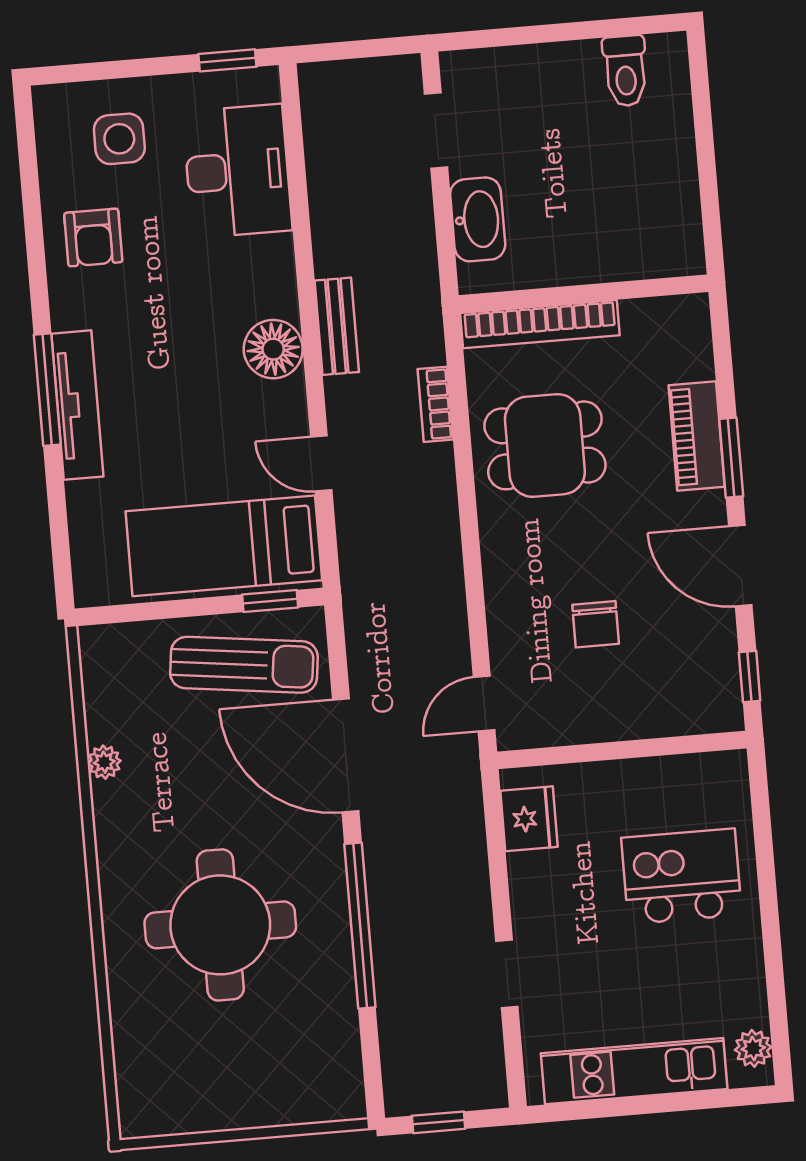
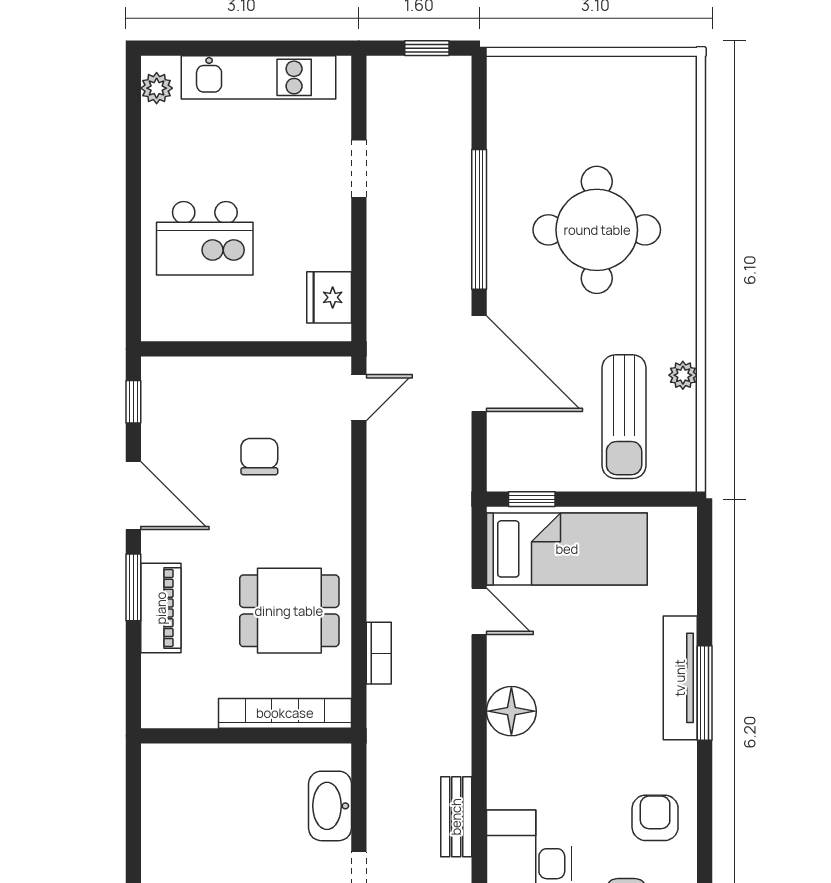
bench: (337, 326) -> (456, 817), moved
sun lounger: (244, 665) -> (624, 417), moved, turned -97

